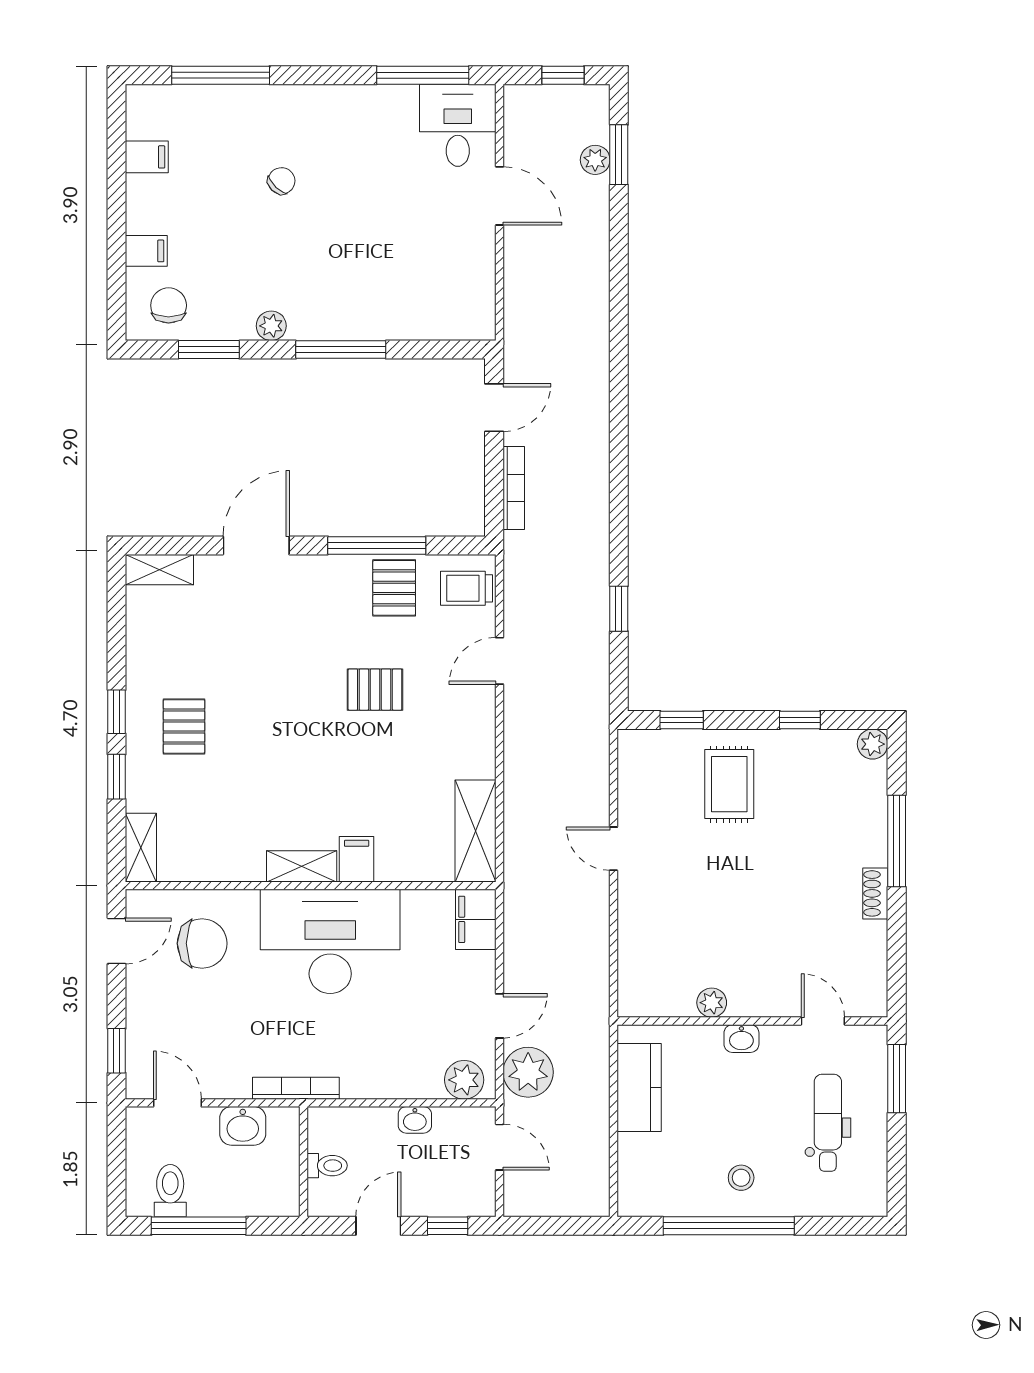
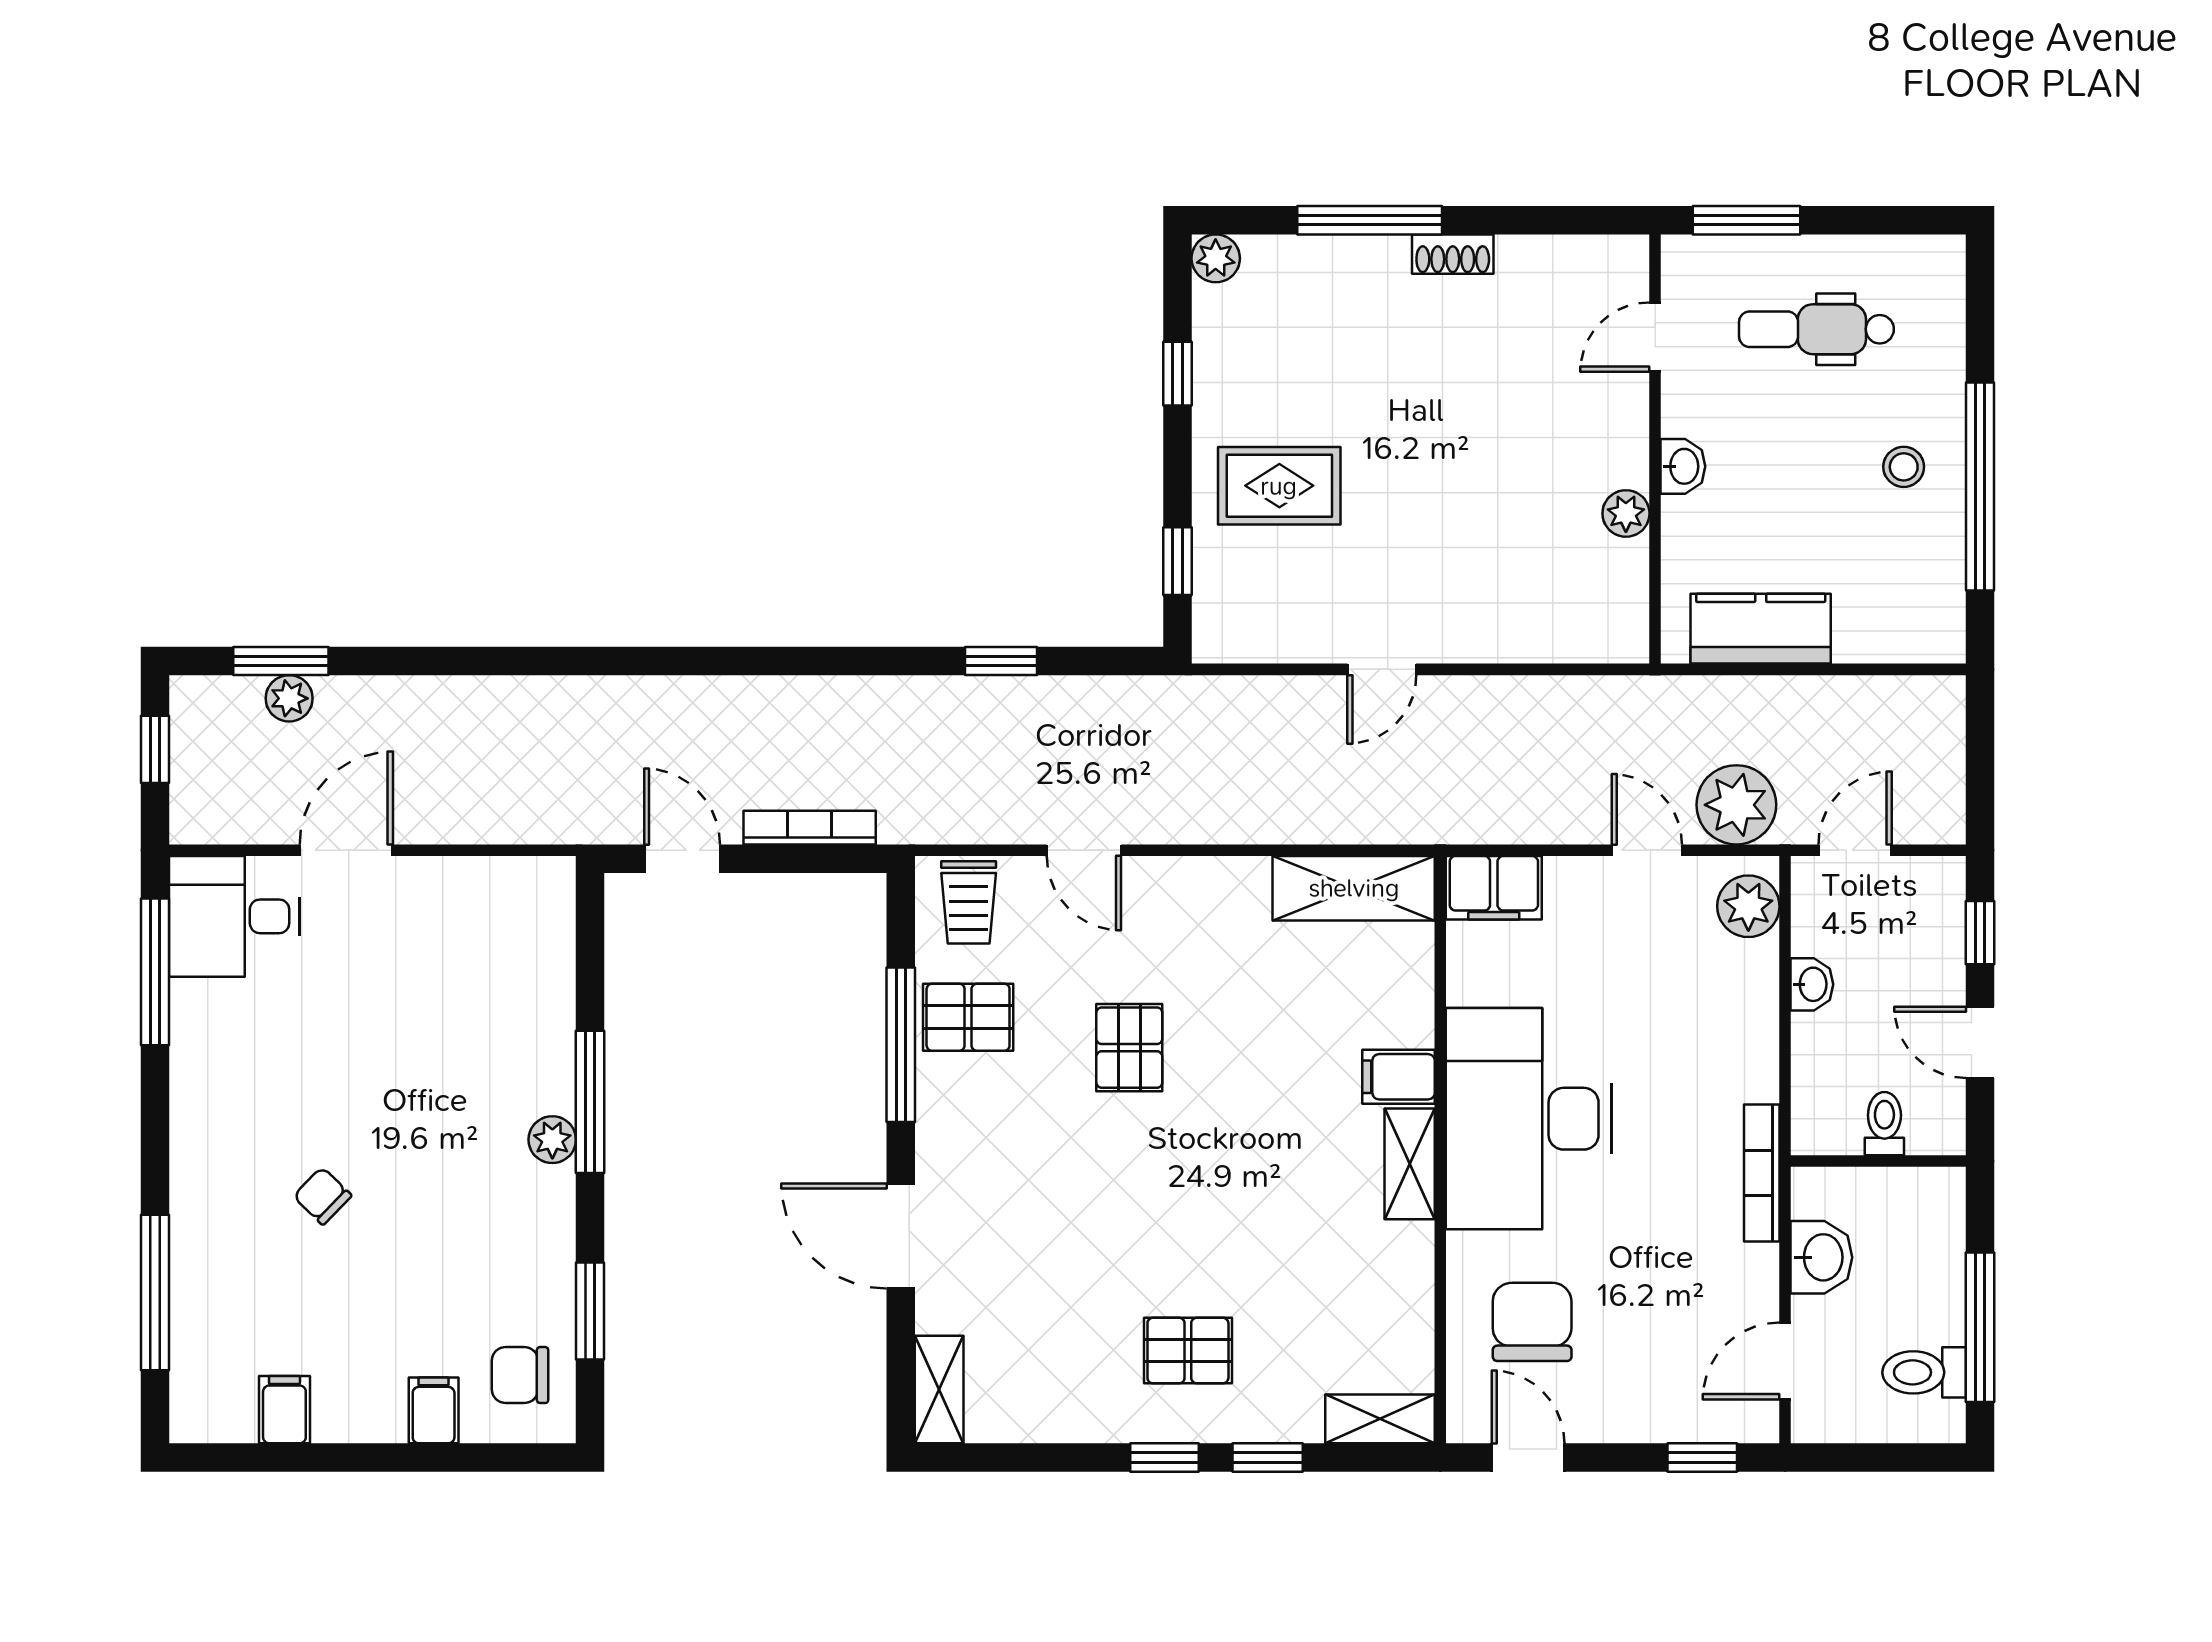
plant: (271, 326) -> (552, 1140), moved

